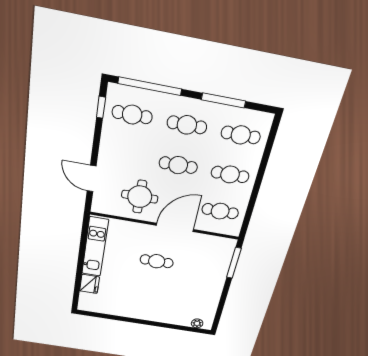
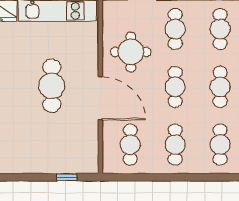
cafe table: (125, 156) -> (175, 29), added
cafe table: (157, 261) -> (52, 86), width x1.37, depth x1.35
window: (234, 263) -> (67, 177), width x0.46

